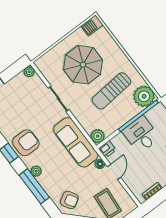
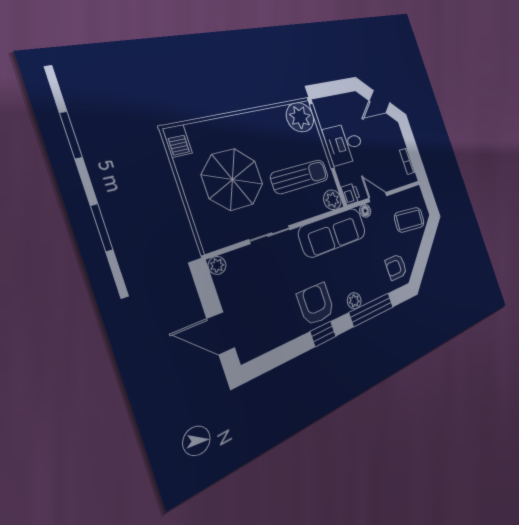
sun lounger: (111, 91) -> (300, 177), moved, turned -85
armchair: (69, 200) -> (396, 267), turned -149

